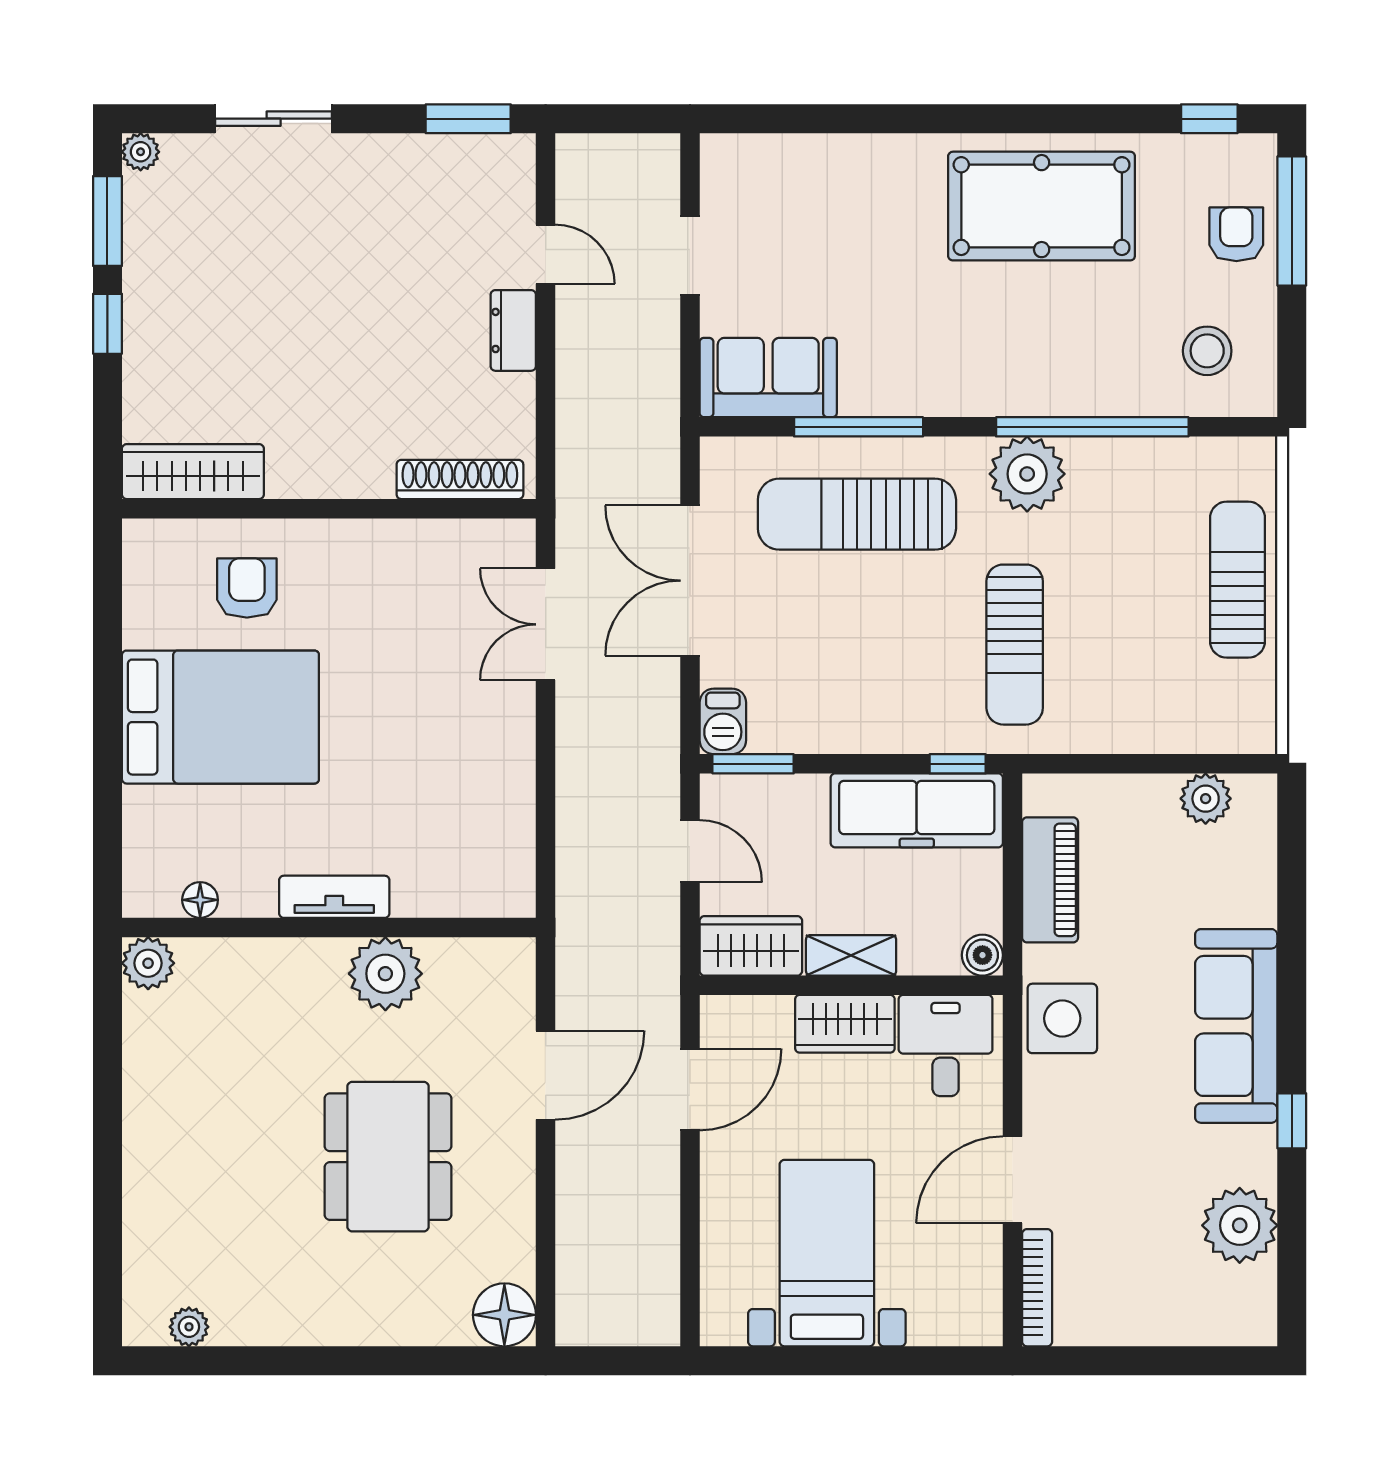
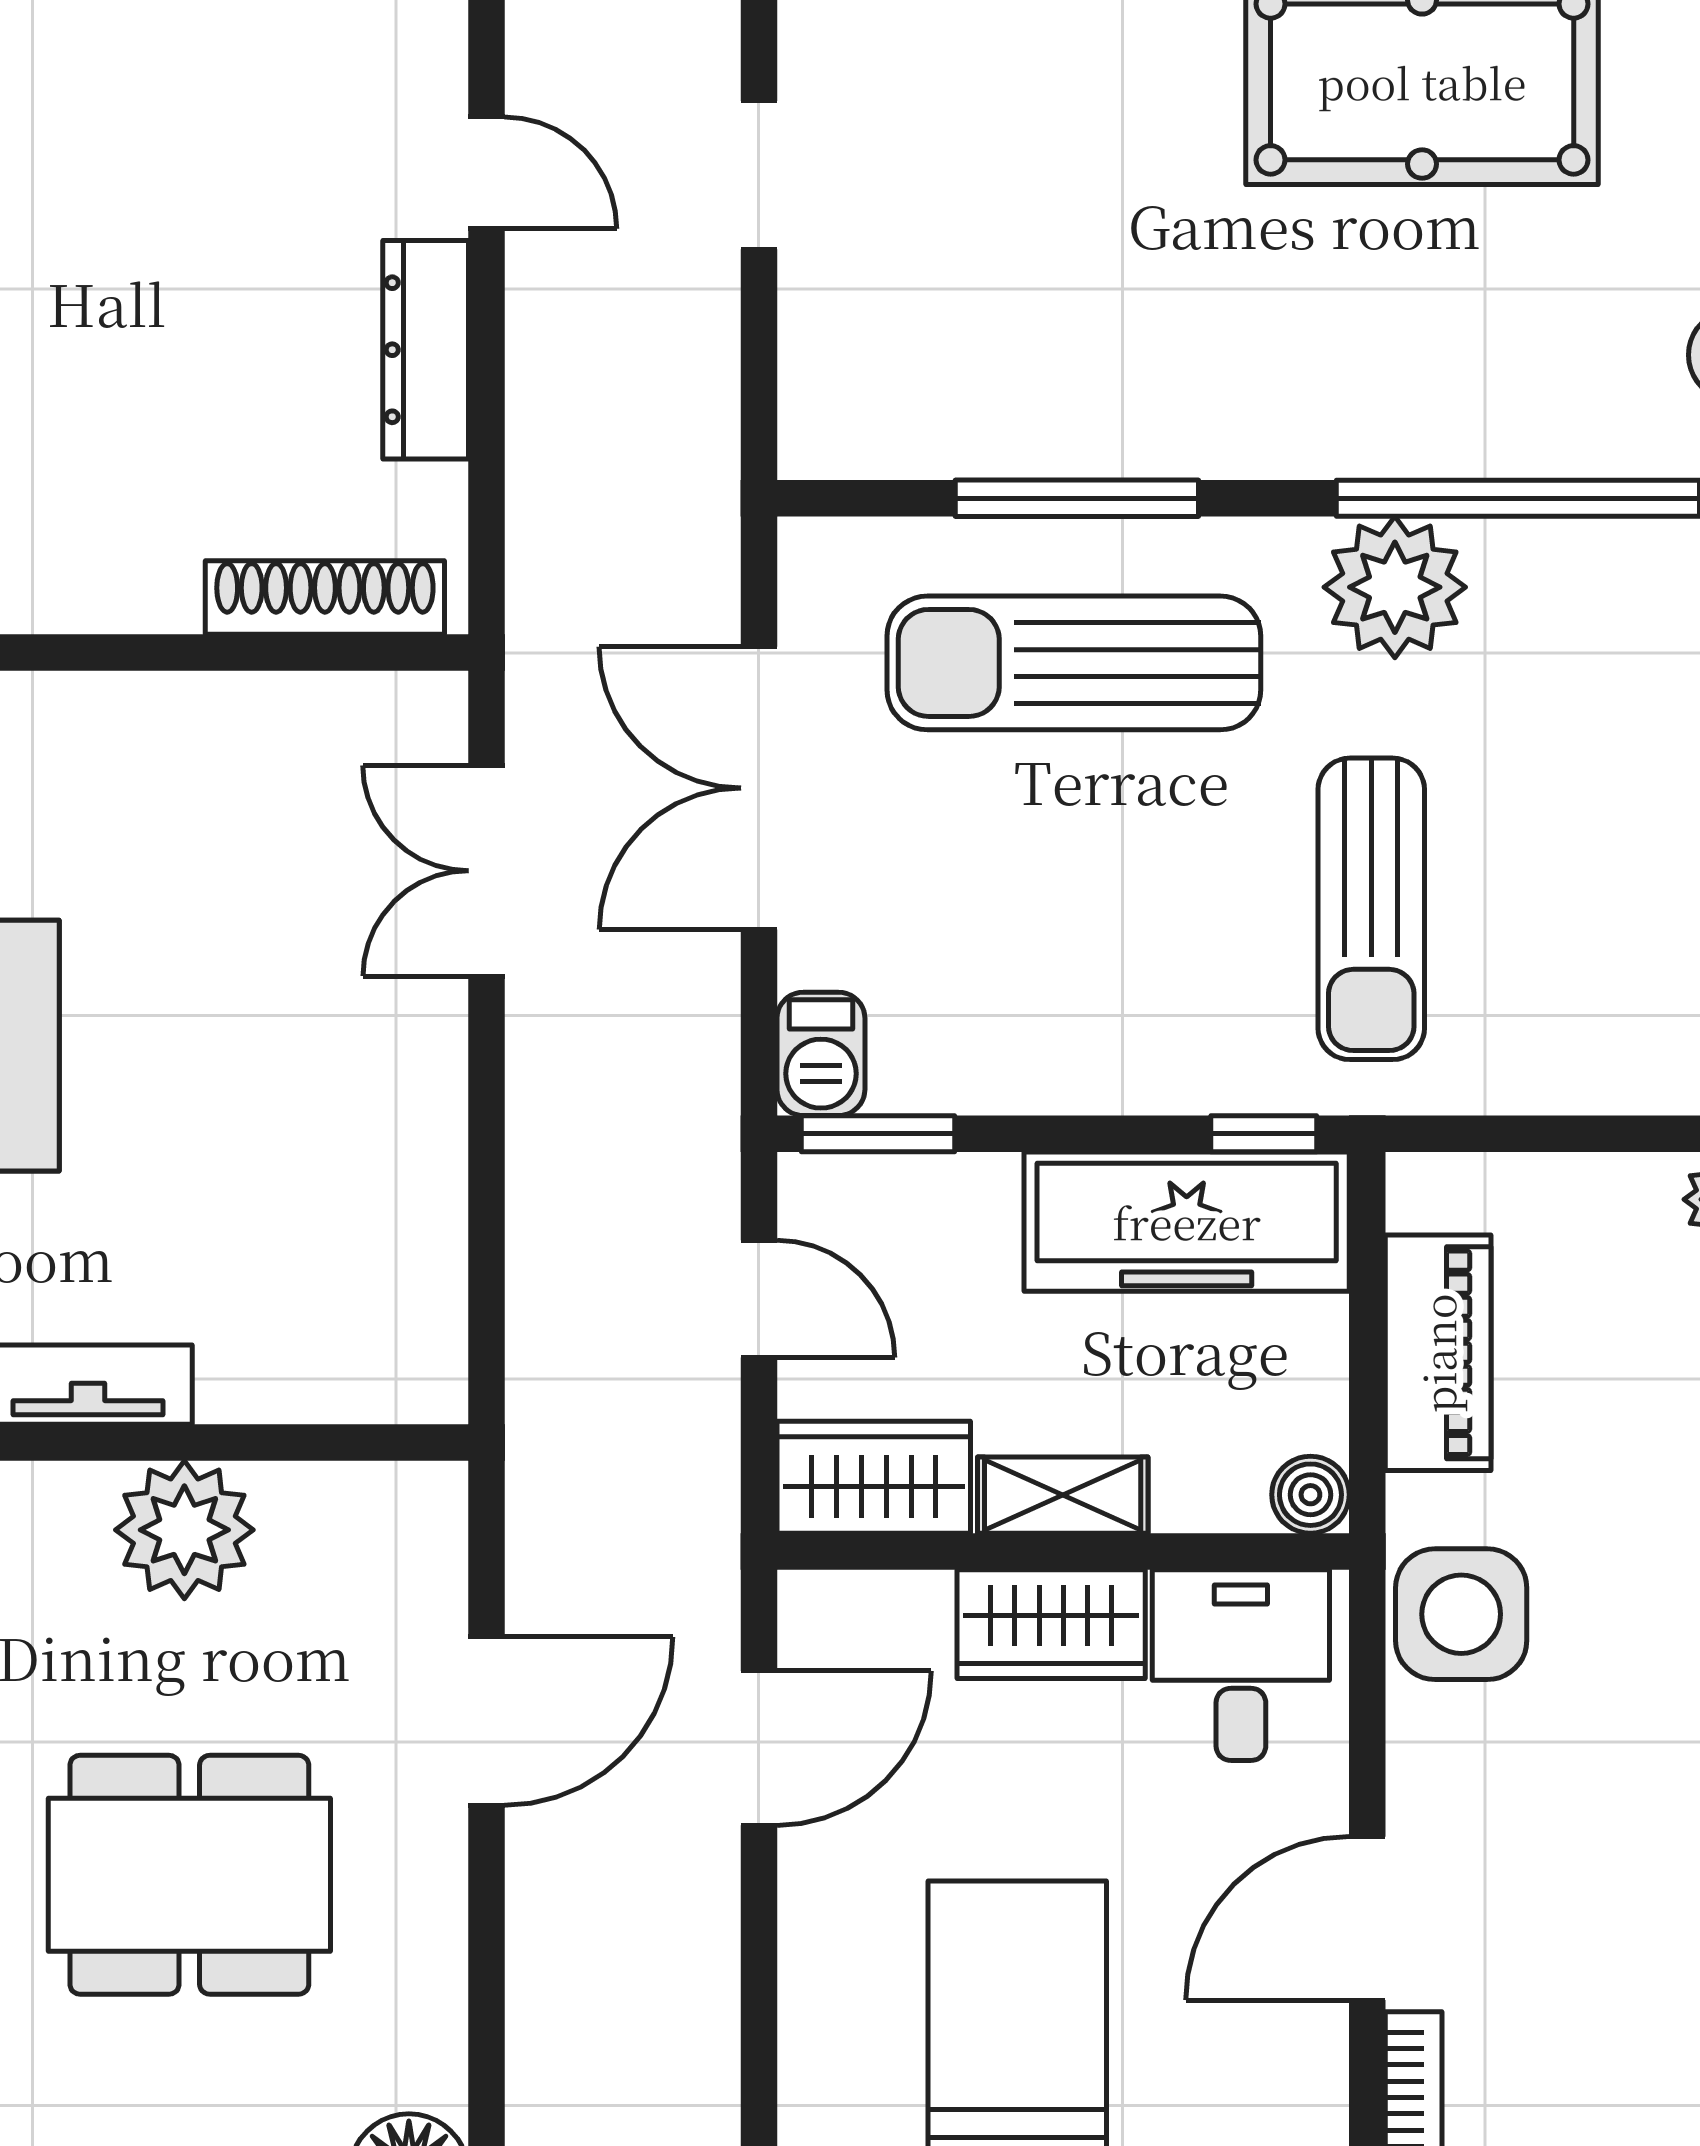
dresser: (513, 330) -> (426, 350), width x1.44
sofa: (768, 378) -> (906, 405), removed
dining table: (388, 1157) -> (189, 1875), turned 90

